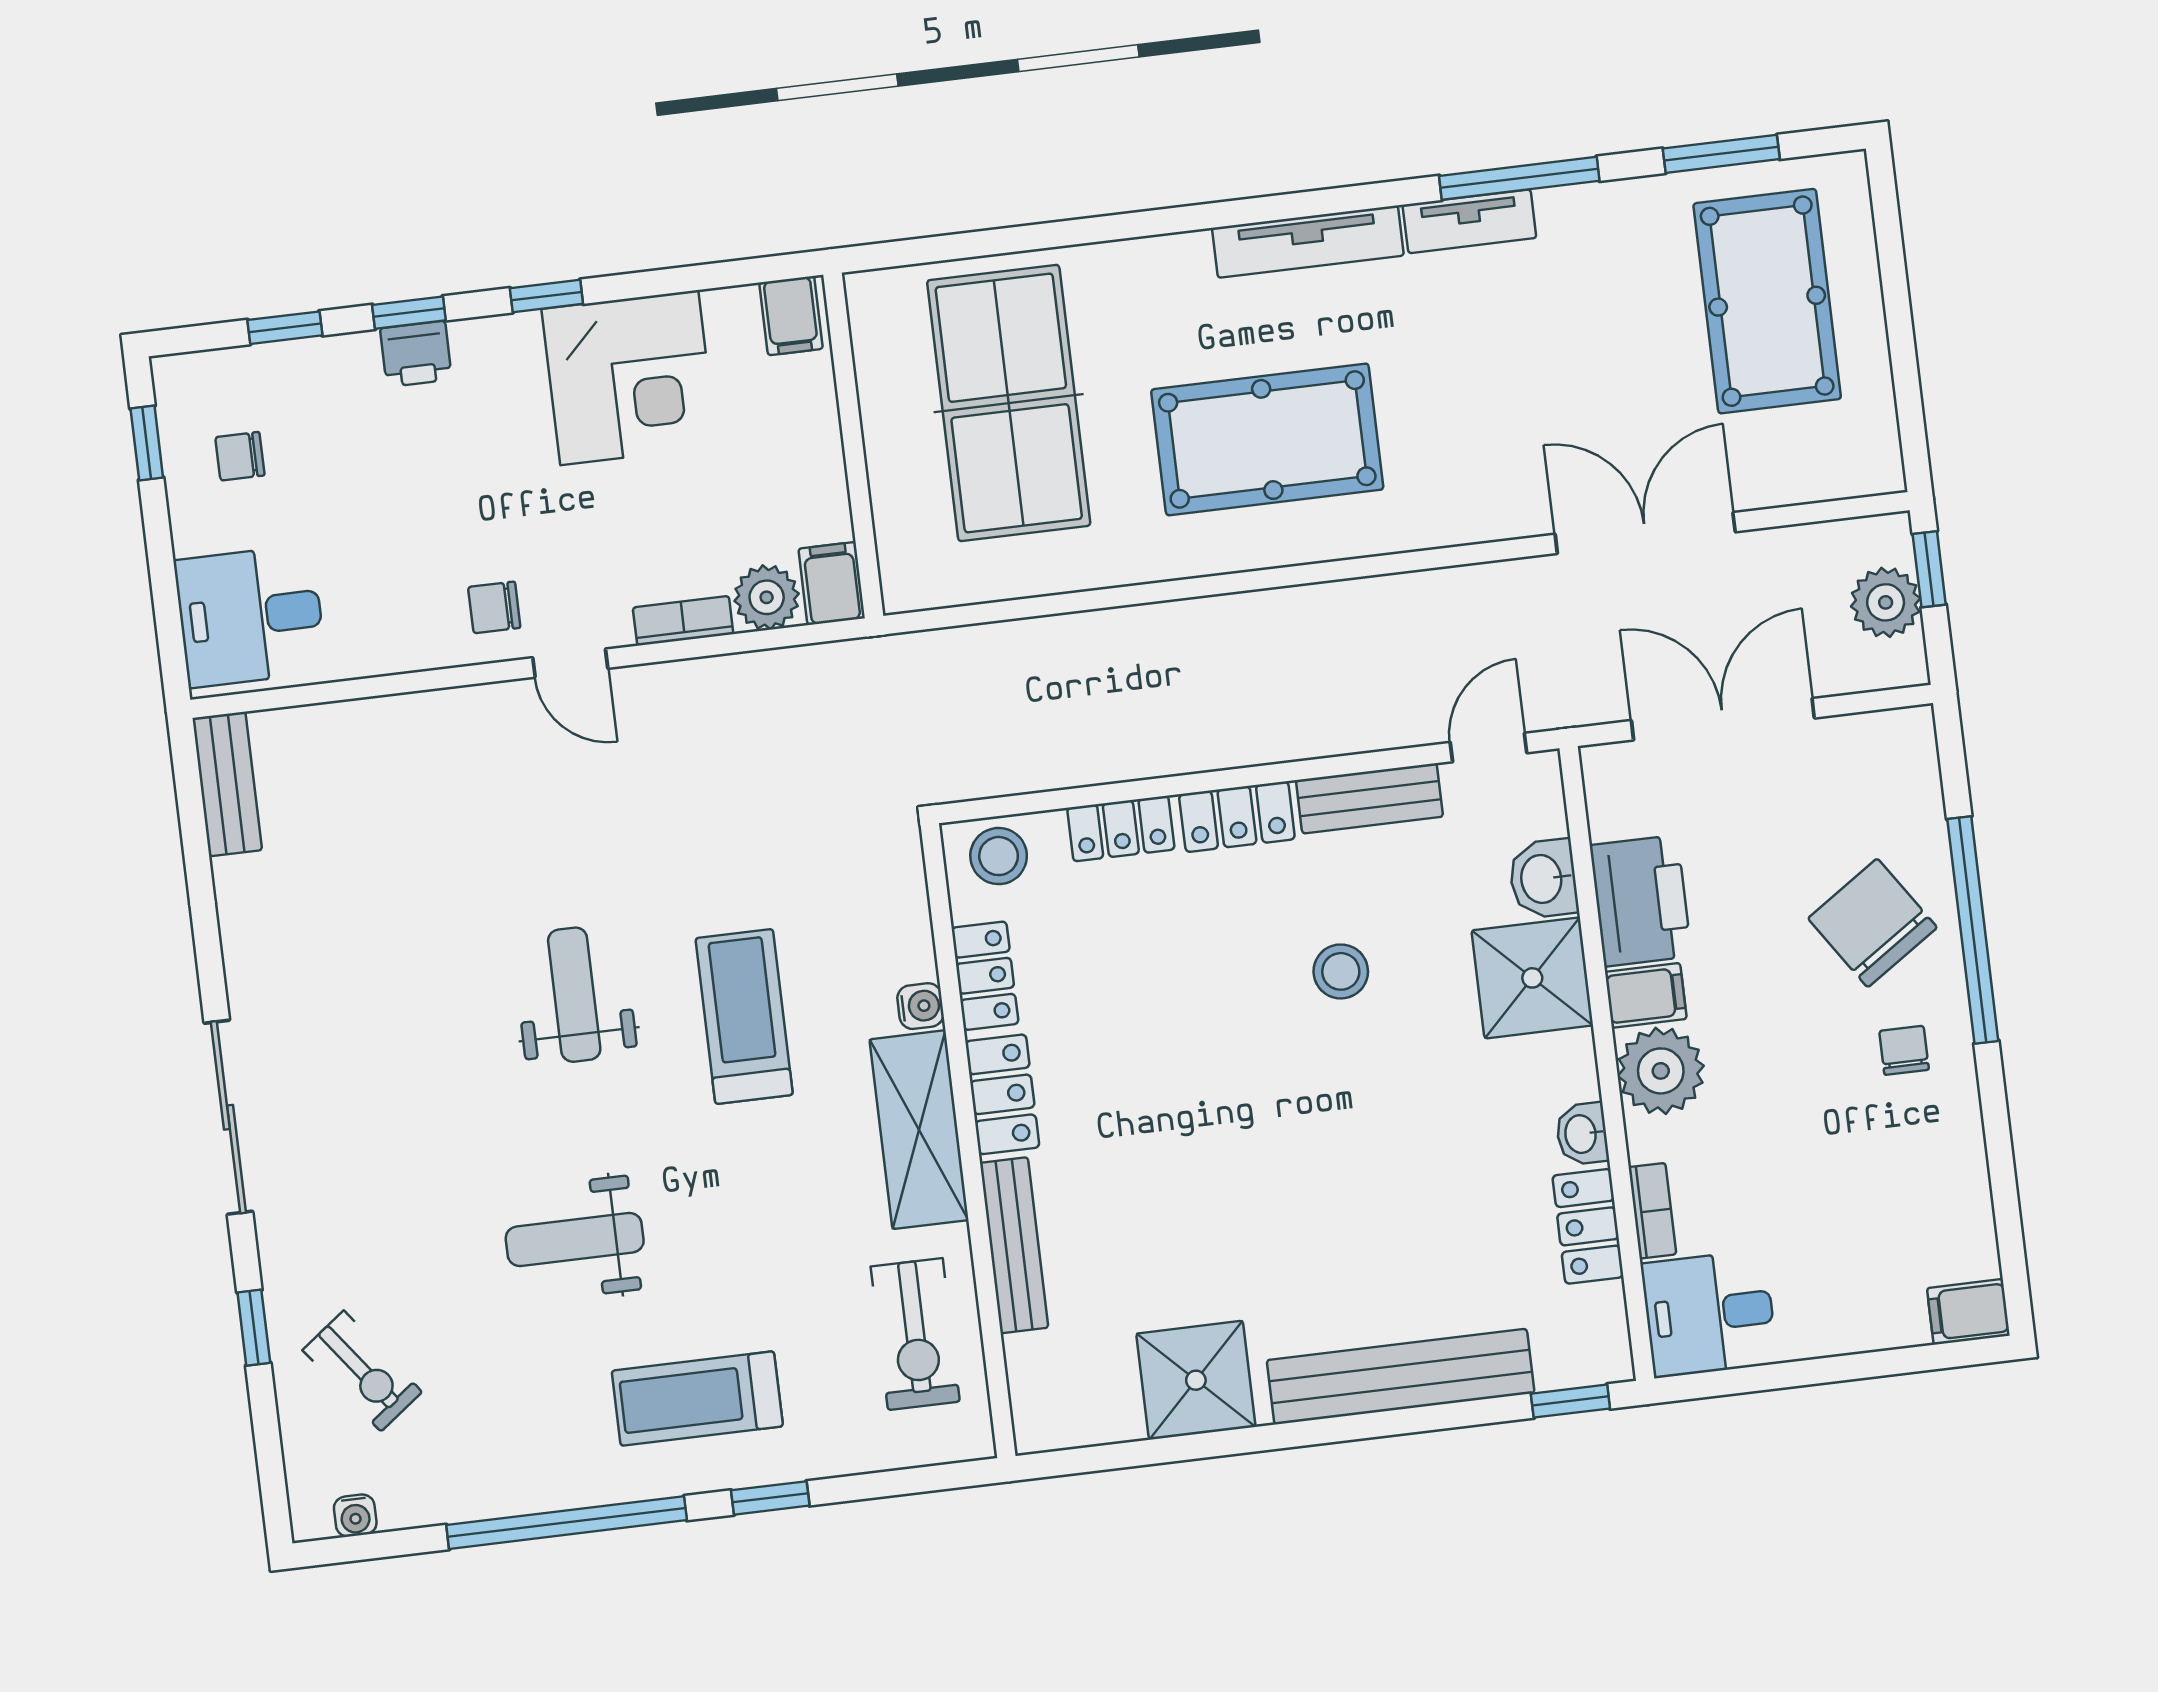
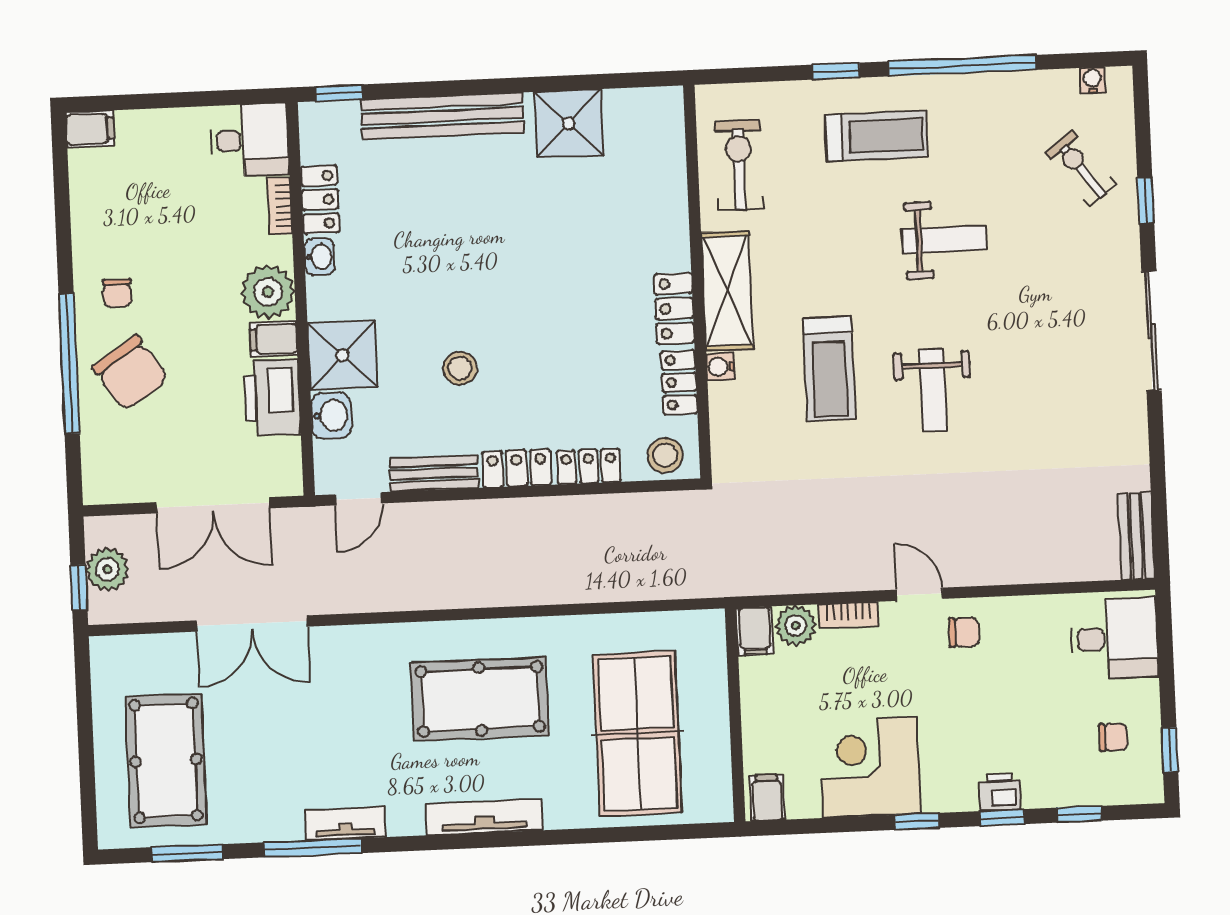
tv unit: (1308, 242) -> (484, 817), moved
bench: (1014, 1245) -> (674, 215), removed

